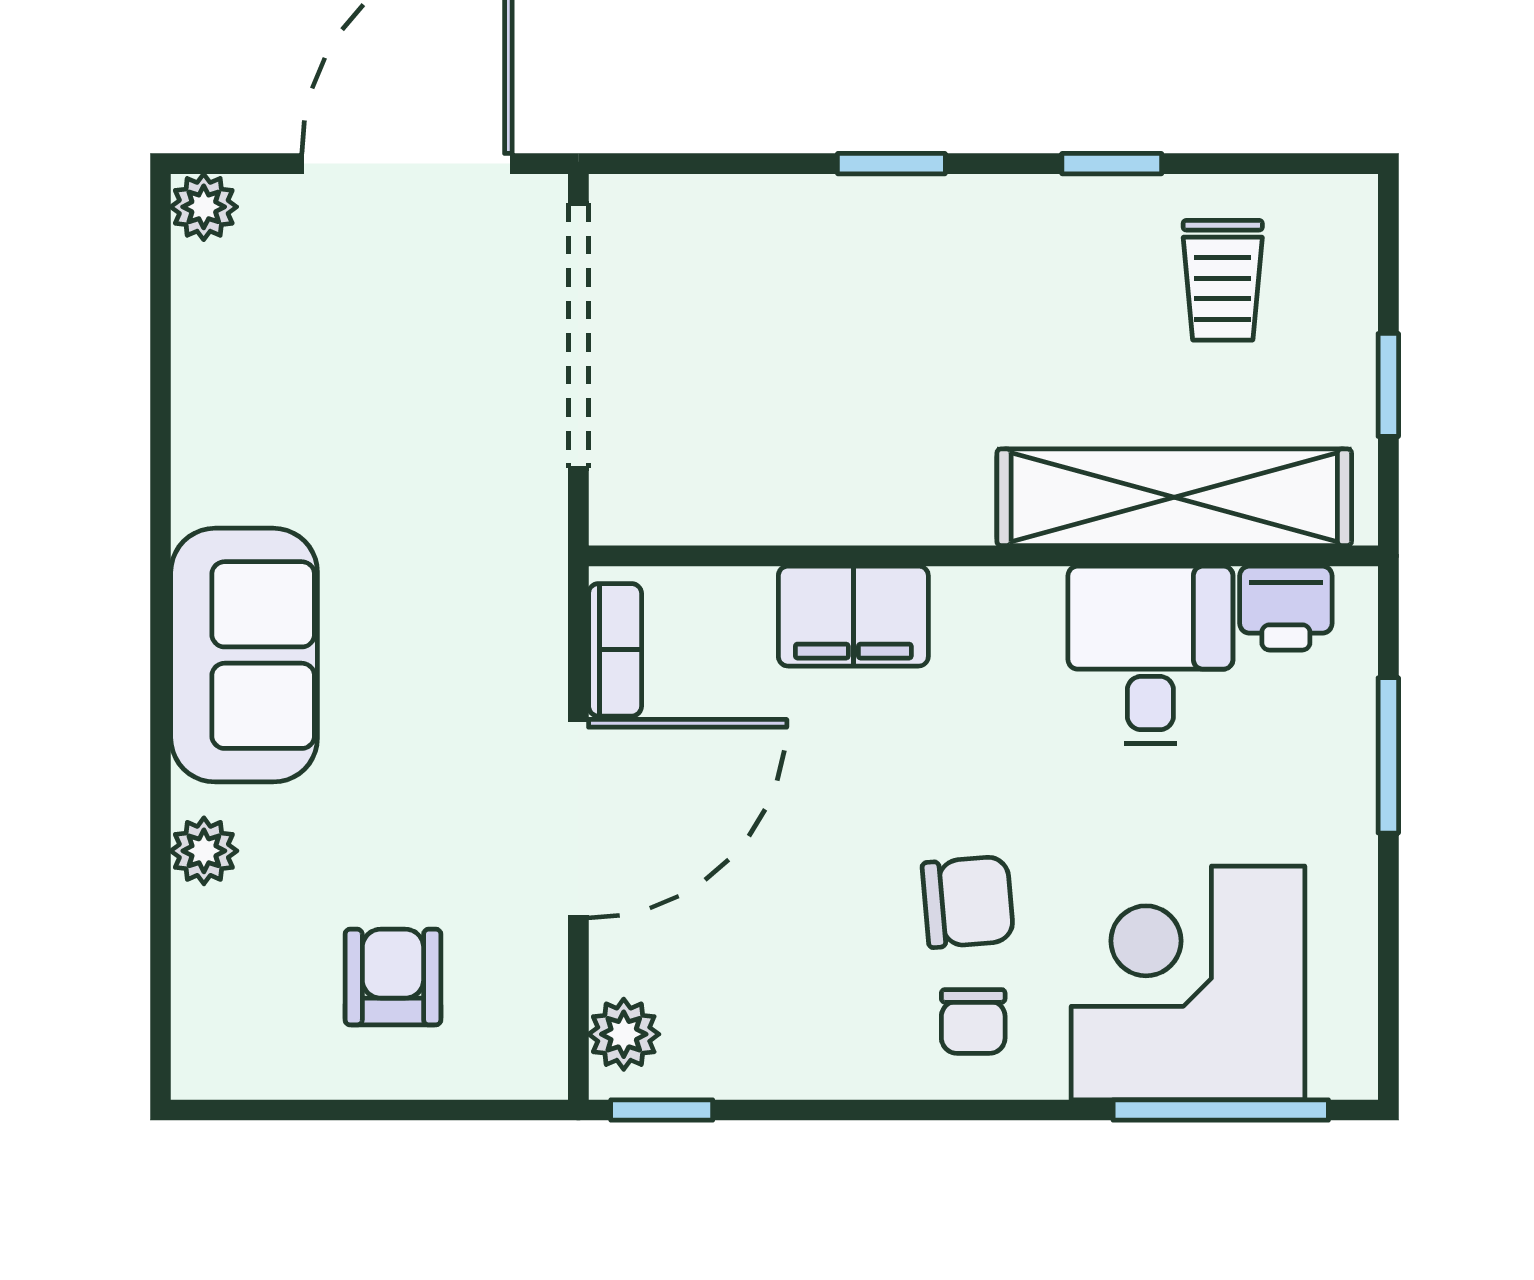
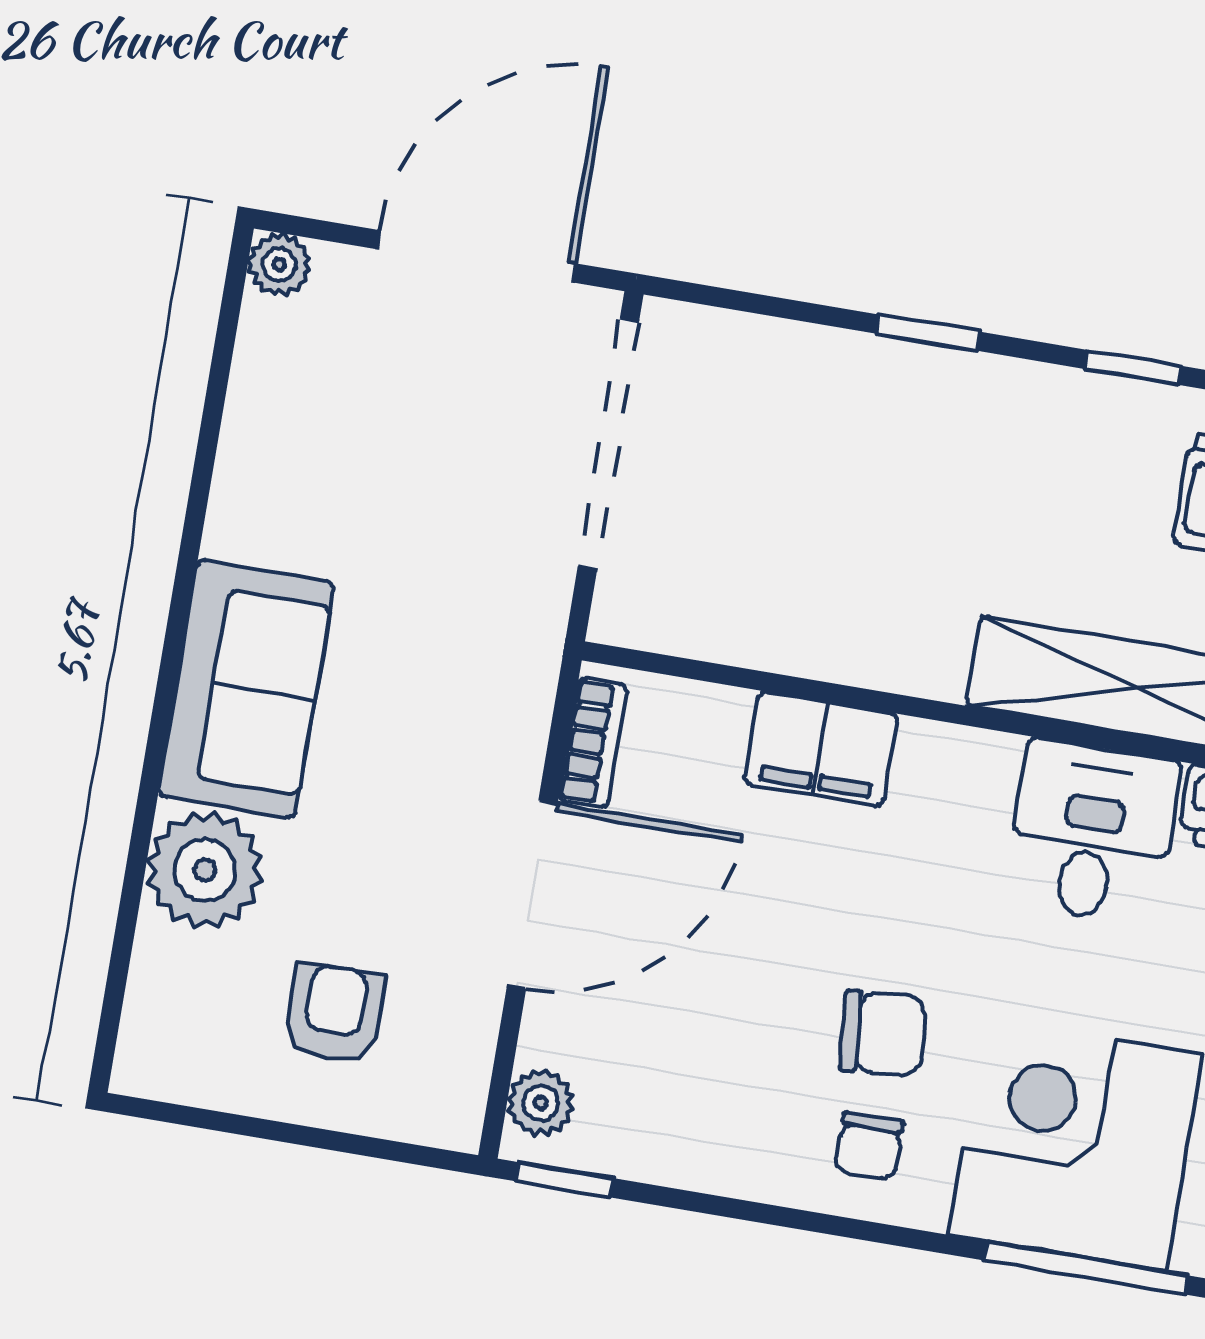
plant: (204, 851) -> (205, 870), width x1.87, depth x1.87

